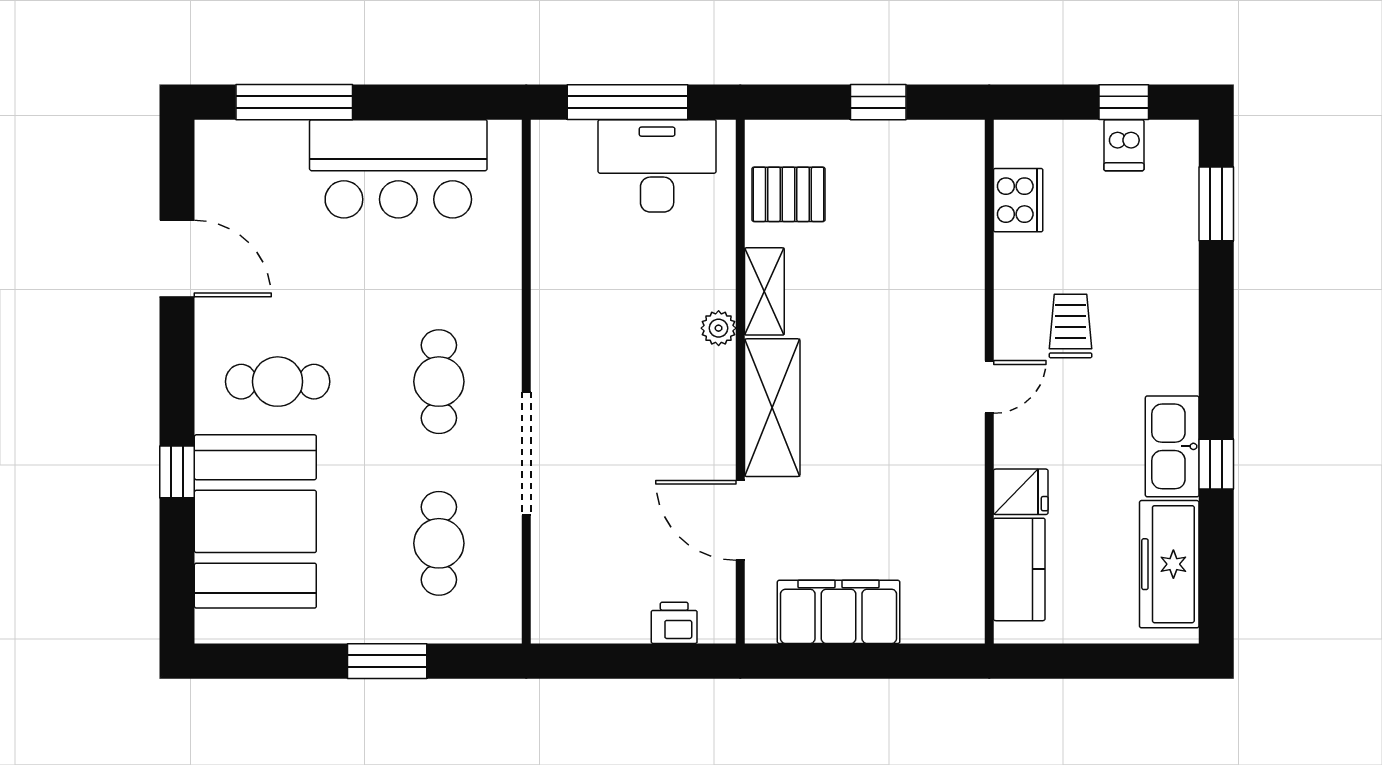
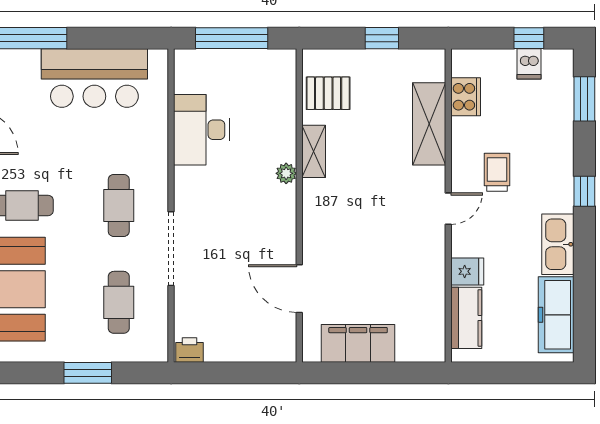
desk: (657, 166) -> (201, 130), moved, turned -90
shelving: (772, 408) -> (429, 124), moved
window: (1216, 464) -> (584, 191), moved
printer: (674, 623) -> (189, 350), moved

